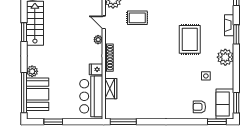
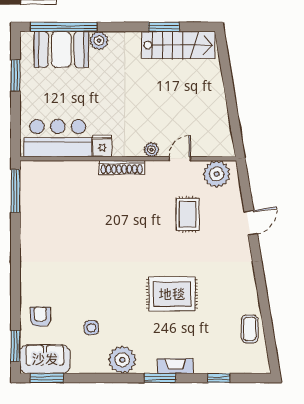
rug: (190, 39) -> (172, 294), moved
wardrobe: (111, 89) -> (70, 170), removed

